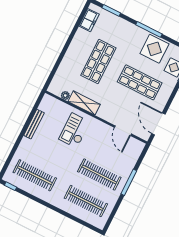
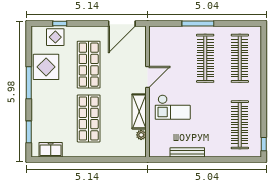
shop shelf: (98, 62) -> (89, 118), turned 90
door: (123, 131) -> (148, 77), moved

